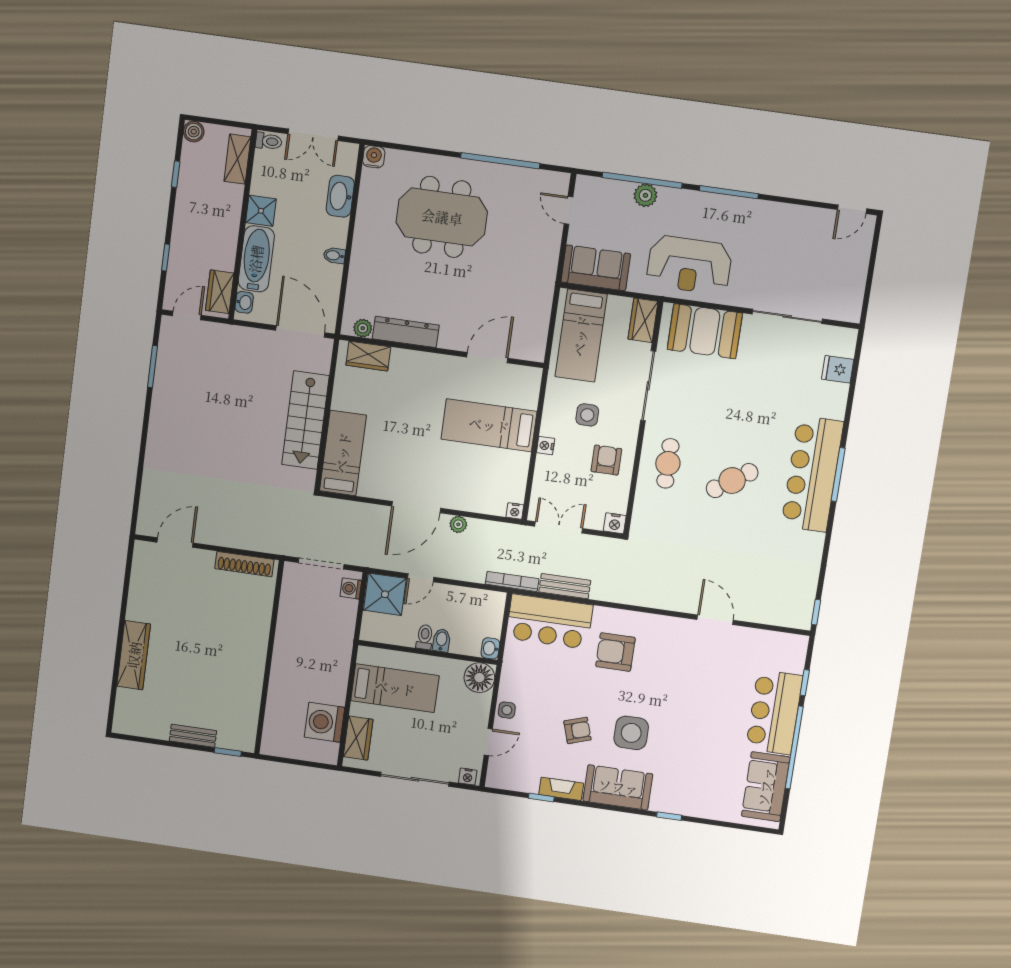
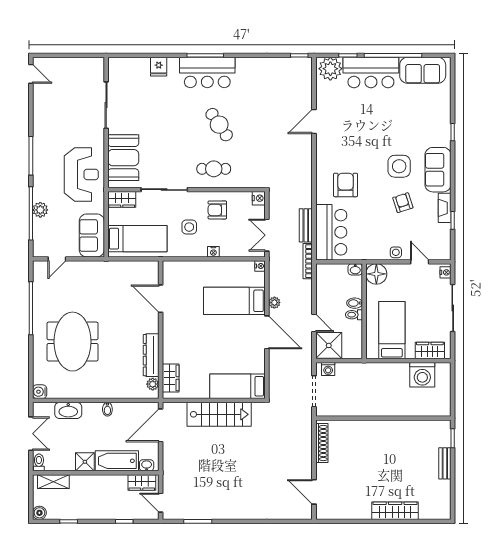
fridge: (838, 369) -> (159, 67), moved
bed: (489, 425) -> (234, 301), moved, turned 90
bar counter: (812, 474) -> (207, 72), width x0.73
armchair: (615, 652) -> (346, 185), turned 180
plant: (789, 655) -> (330, 69), added

